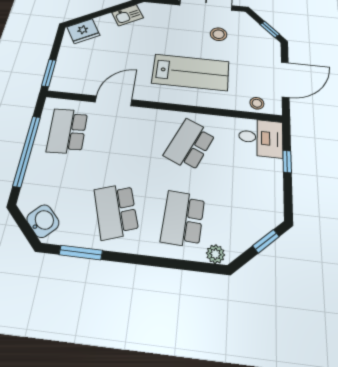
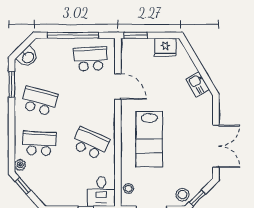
fridge: (83, 31) -> (165, 47), moved, turned -59
stool: (219, 34) -> (182, 195), moved
school desk: (116, 211) -> (39, 101), turned 33
window: (266, 241) -> (23, 186), moved

